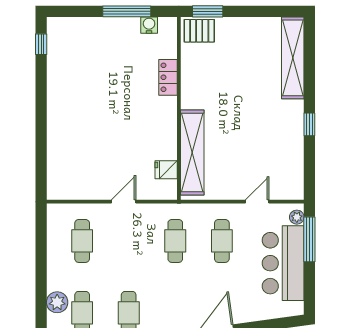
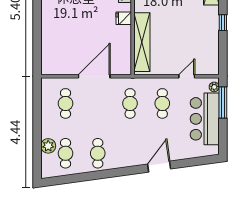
fridge: (166, 170) -> (124, 18), moved
door: (124, 202) -> (94, 76), width x1.88

